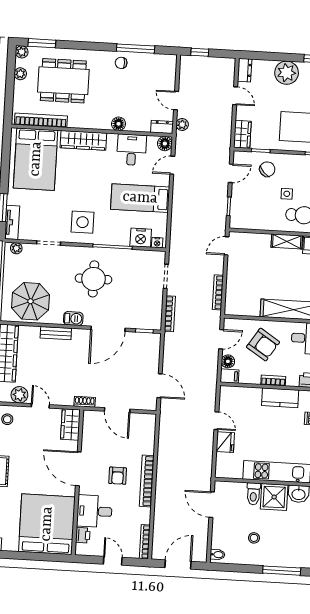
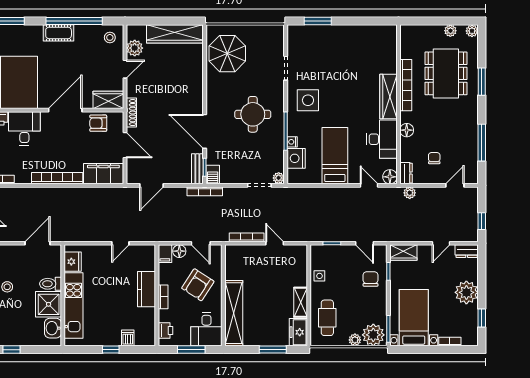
window: (42, 43) -> (482, 82), moved
window: (200, 52) -> (482, 221), moved
chair: (121, 63) -> (434, 158), moved
door: (176, 101) -> (455, 185), moved
bookcase: (41, 120) -> (406, 85), moved
desk: (132, 150) -> (382, 139), width x1.37
bed: (36, 159) -> (367, 51), removed
chair: (267, 169) -> (371, 279), turned -138
side table: (287, 194) -> (319, 276), moved
tv unit: (12, 222) -> (304, 31), removed
nightstand: (157, 243) -> (292, 142), moved
door: (227, 246) -> (275, 243), moved
plant: (16, 248) -> (279, 178), moved
bookcase: (170, 314) -> (205, 191), moved
barbecue: (73, 319) -> (213, 175), moved
bench: (56, 333) -> (197, 169), moved
kitchen counter: (280, 398) -> (146, 289), moved
shoe rack: (85, 402) -> (131, 113), width x1.43
door: (117, 410) -> (125, 145), swing flipped
filing cabinet: (145, 434) -> (103, 174), added
fridge: (225, 442) -> (73, 262), moved, turned -90
armchair: (118, 476) -> (98, 123), moved

